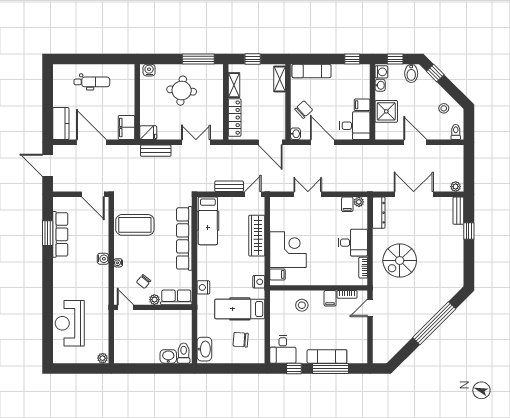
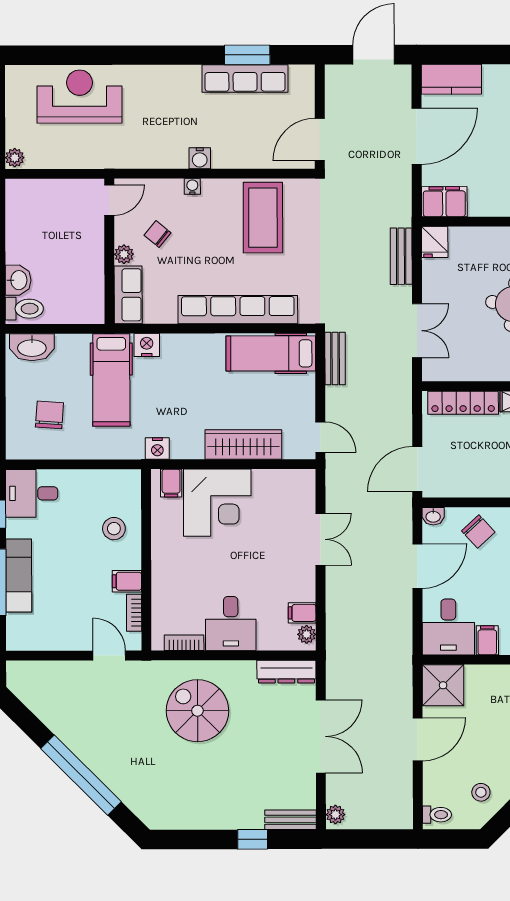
shower: (386, 111) -> (443, 685), moved
bench: (229, 186) -> (335, 359), moved
hospital bed: (240, 309) -> (111, 380), moved, turned 180

